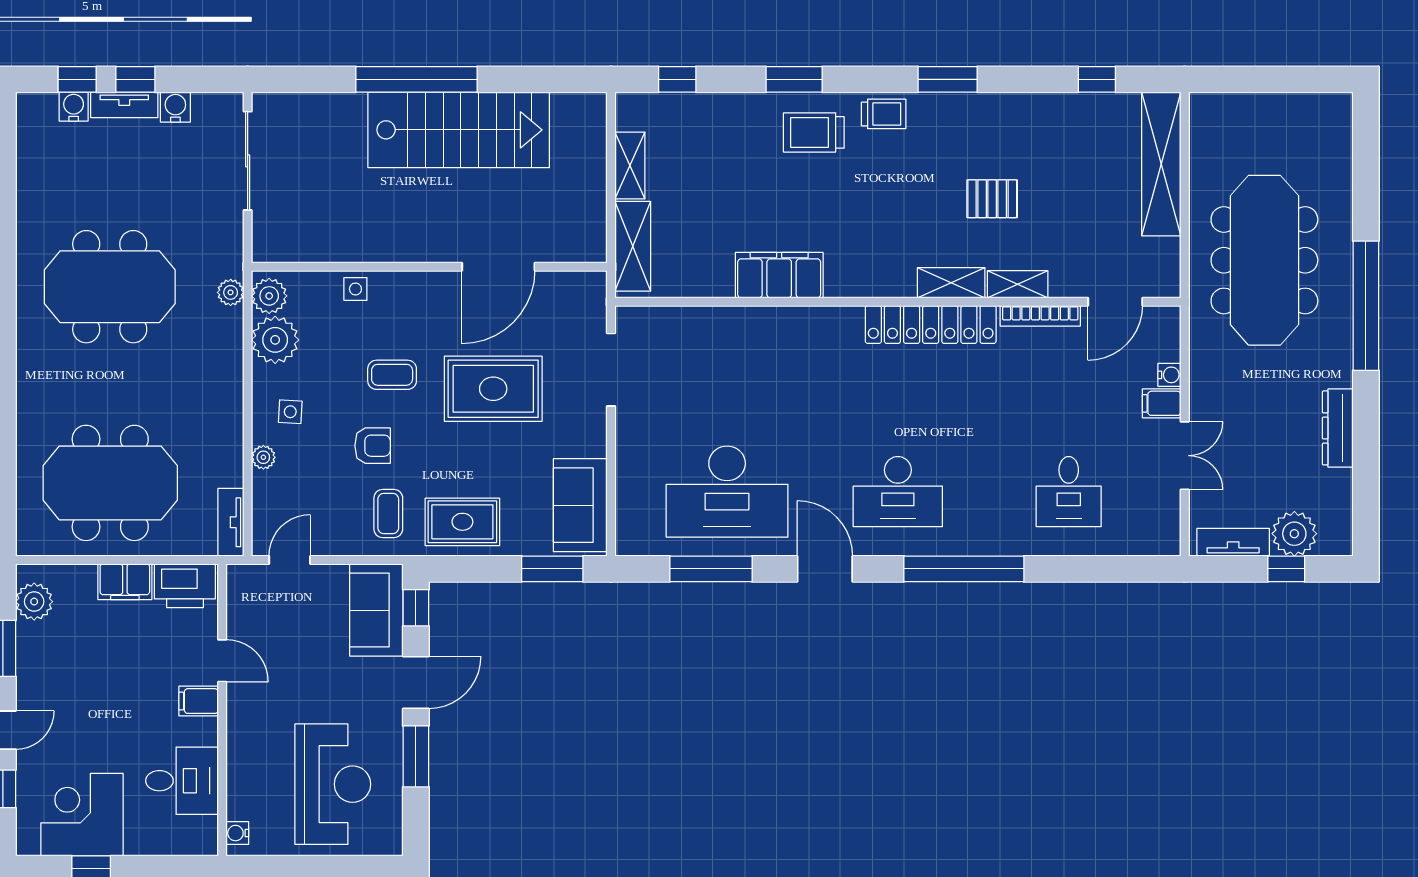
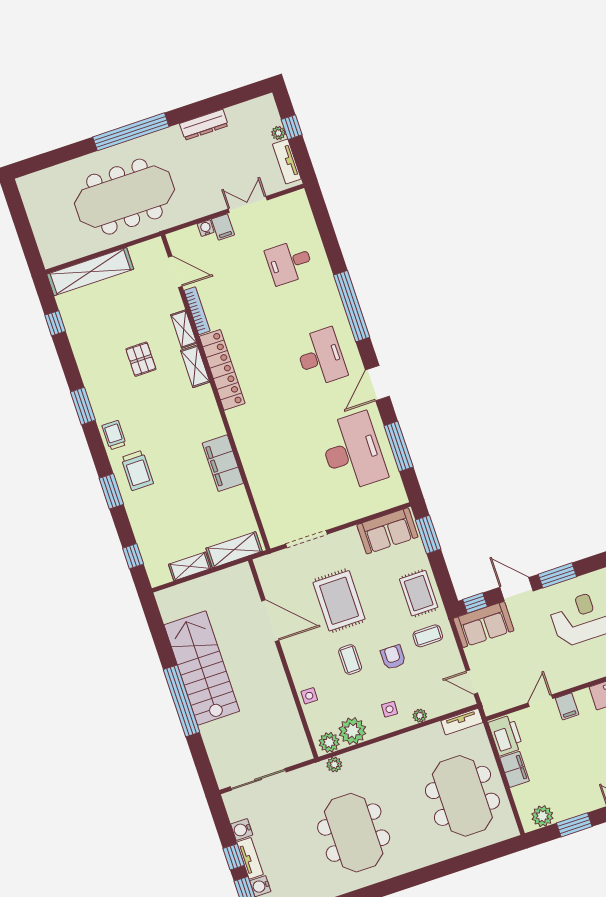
desk: (1069, 492) -> (289, 262), turned 180
plant: (1294, 534) -> (278, 133), width x0.53, depth x0.53

